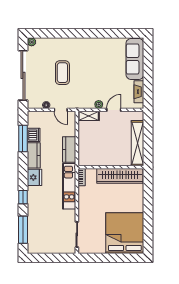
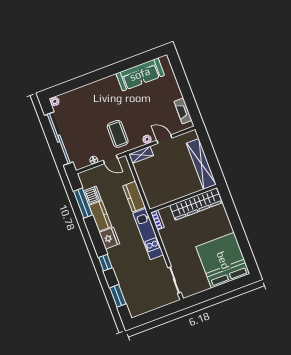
sofa: (135, 59) -> (140, 74), moved, turned -90
coffee table: (62, 73) -> (118, 134), moved
door: (114, 110) -> (164, 139), hinge flipped
window: (23, 230) -> (118, 296), width x0.69

